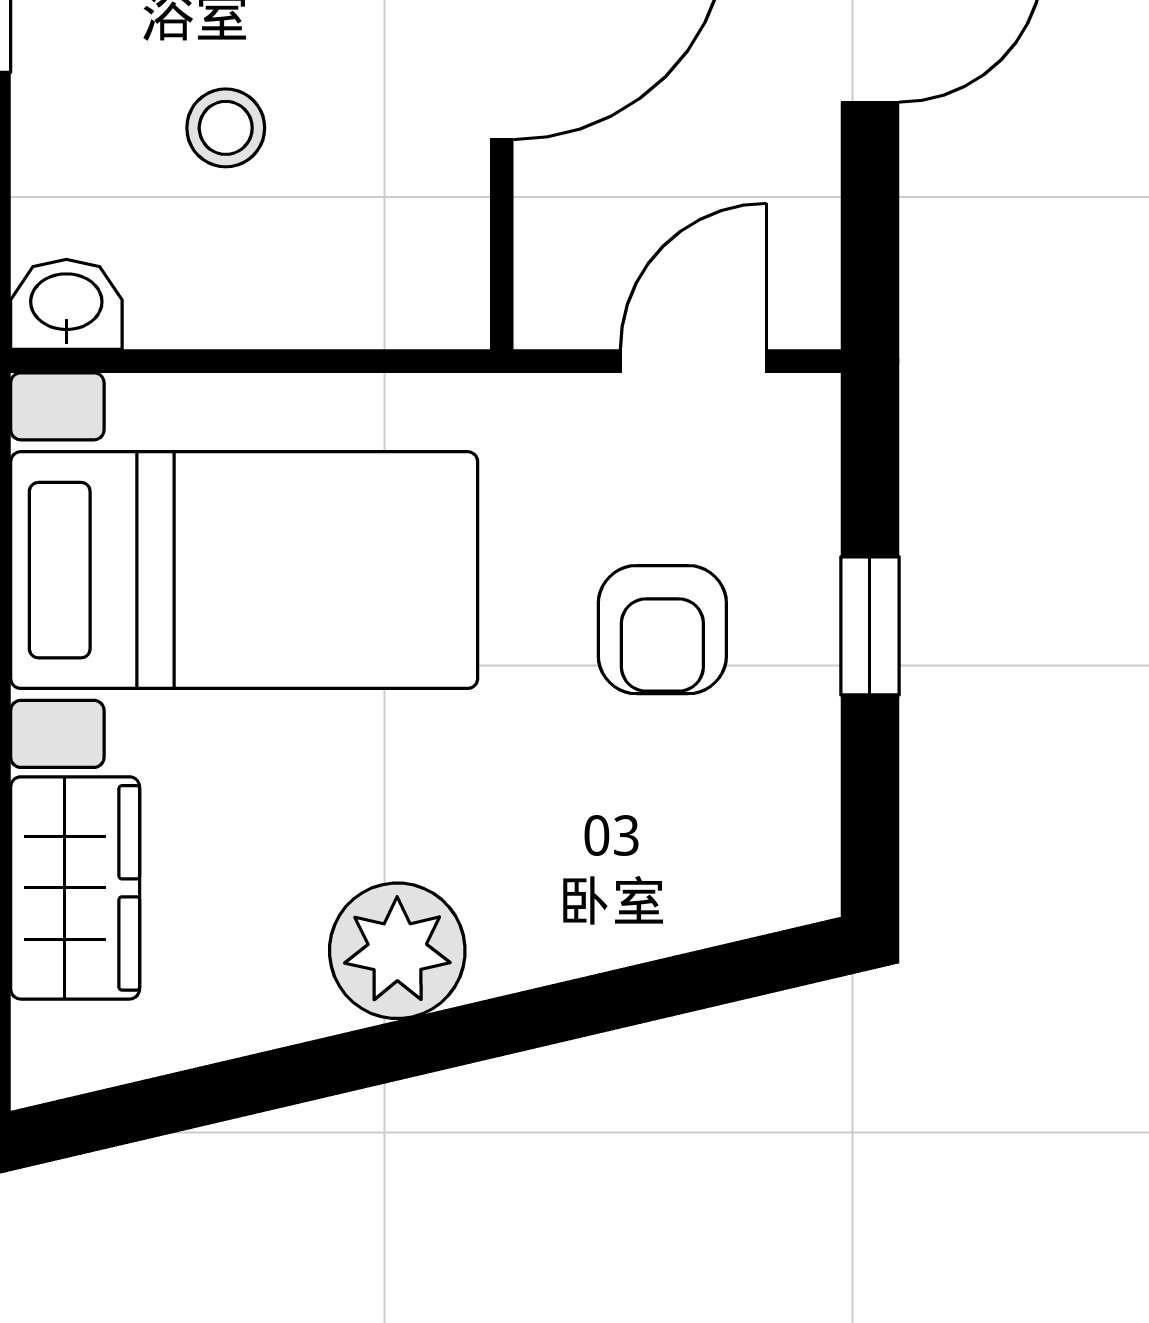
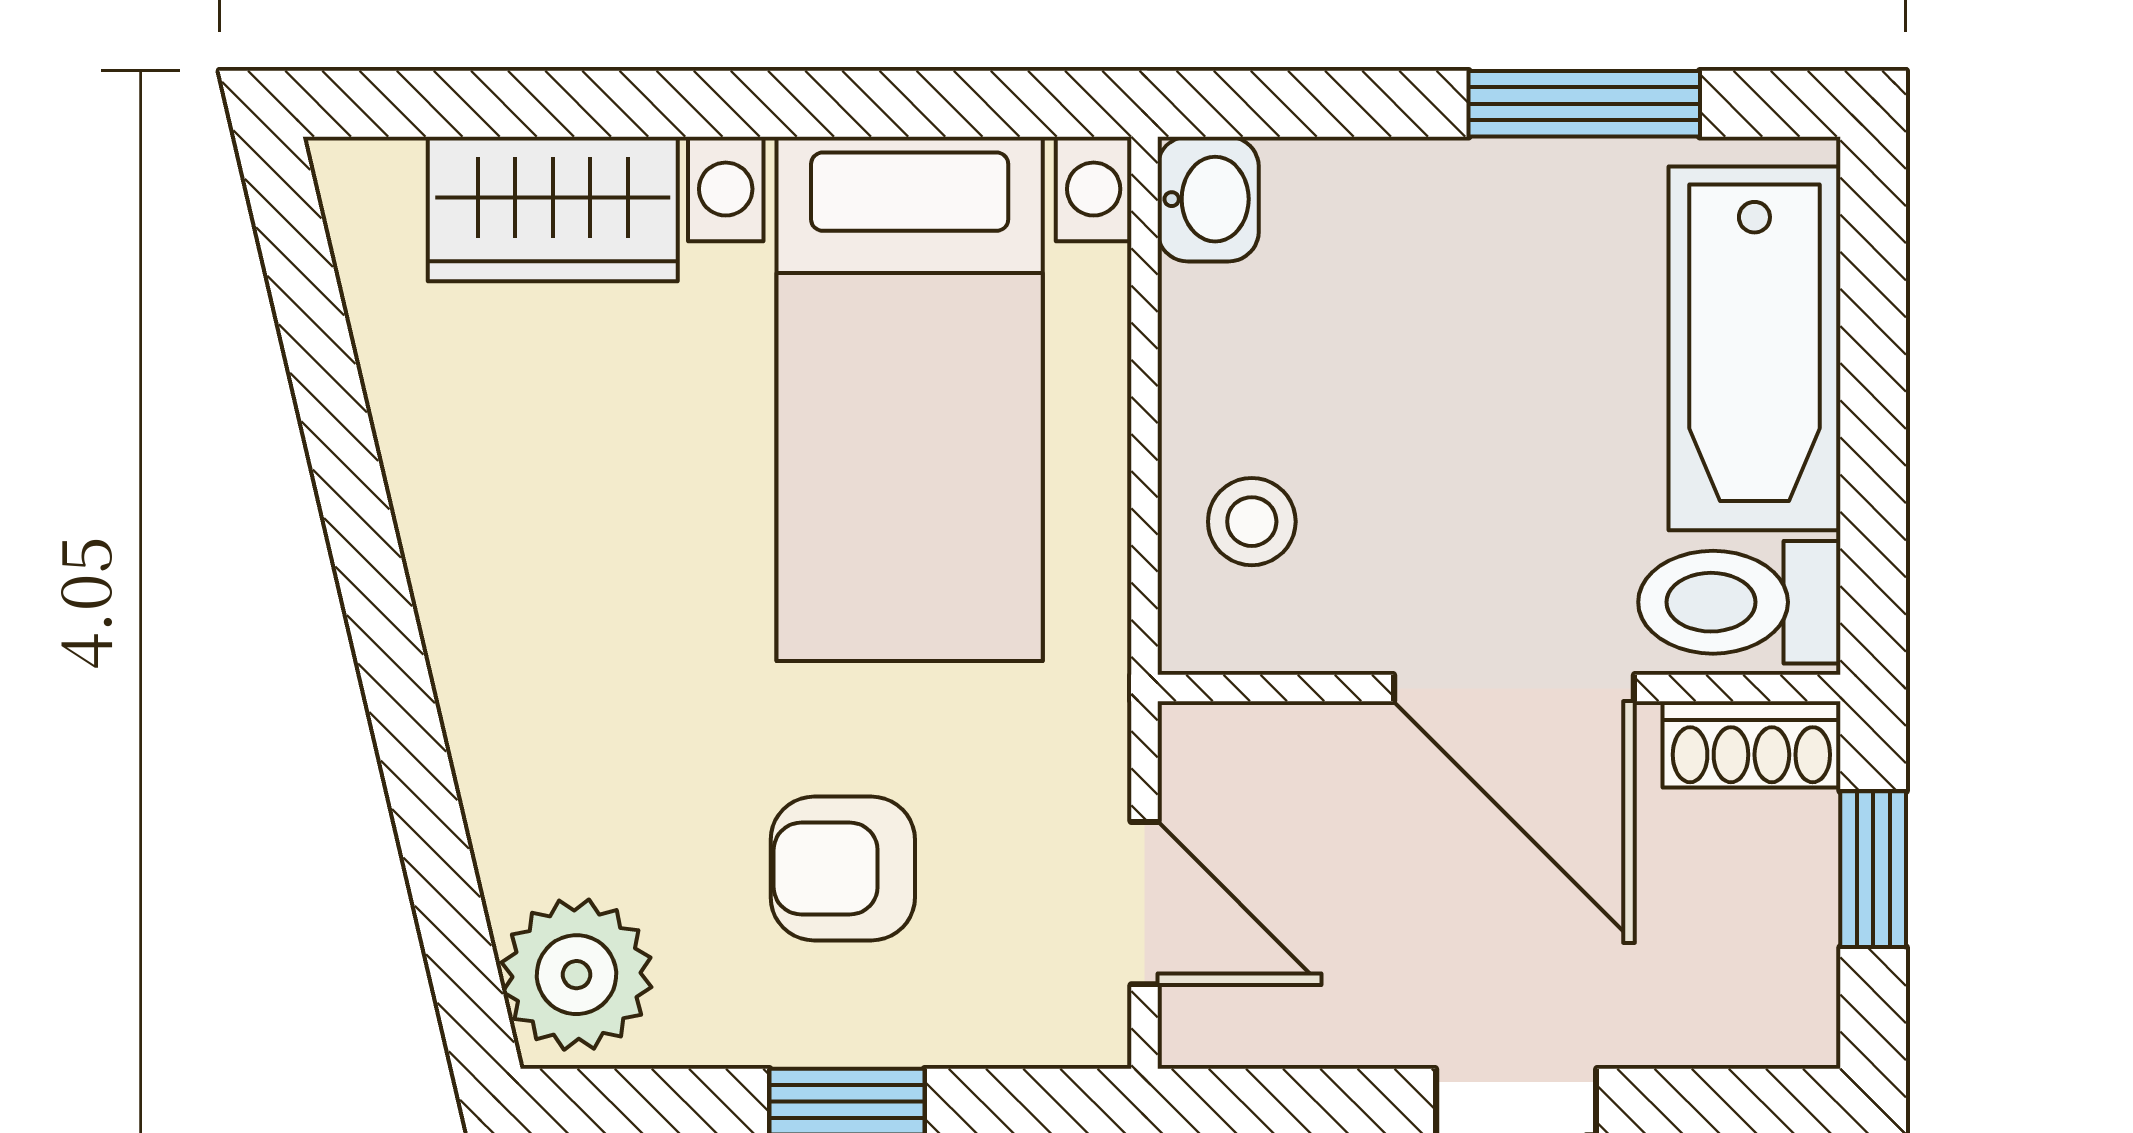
stool: (226, 128) -> (1252, 522), moved
plant: (397, 951) -> (576, 975), moved

